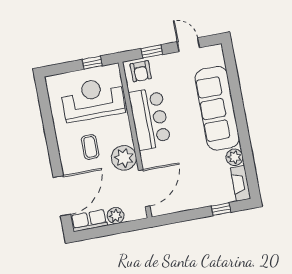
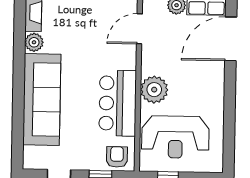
coffee table: (90, 147) -> (189, 86), removed
plant: (124, 158) -> (154, 90), moved
door: (144, 188) -> (139, 29), width x0.73

